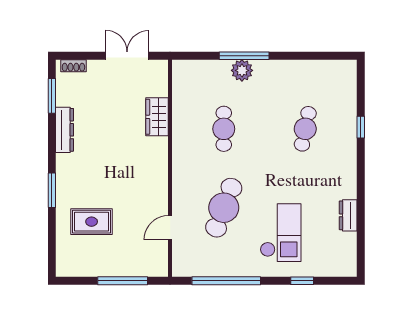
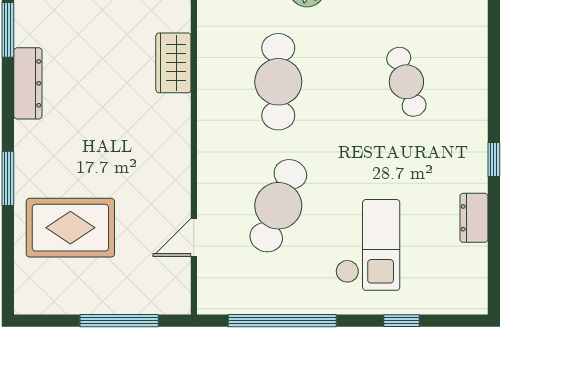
window: (361, 127) -> (494, 159), moved
cafe table: (224, 129) -> (278, 82), width x1.37, depth x1.35
cafe table: (305, 129) -> (406, 82), turned -30
rug: (92, 222) -> (70, 228), width x1.36, depth x1.43

